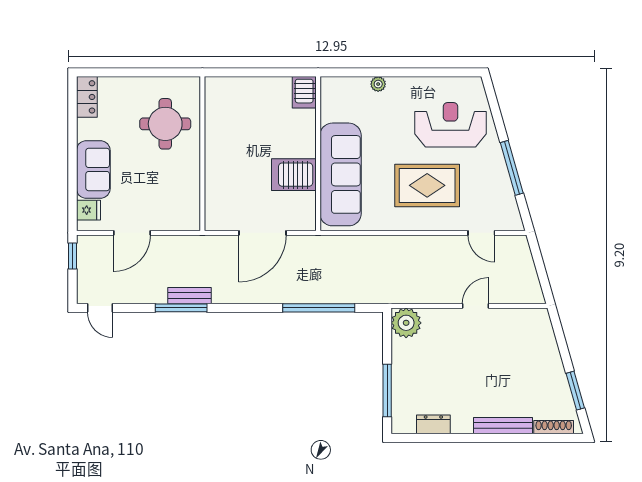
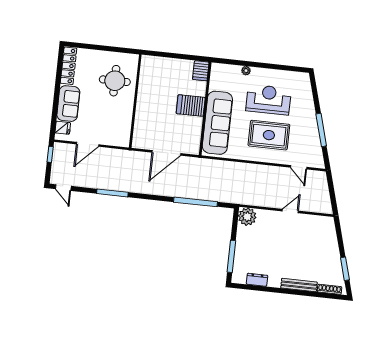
locker: (87, 97) -> (69, 66), width x1.53
reception desk: (450, 125) -> (268, 100), moved
server rack: (294, 175) -> (191, 106), moved
bench: (189, 296) -> (118, 186), removed

